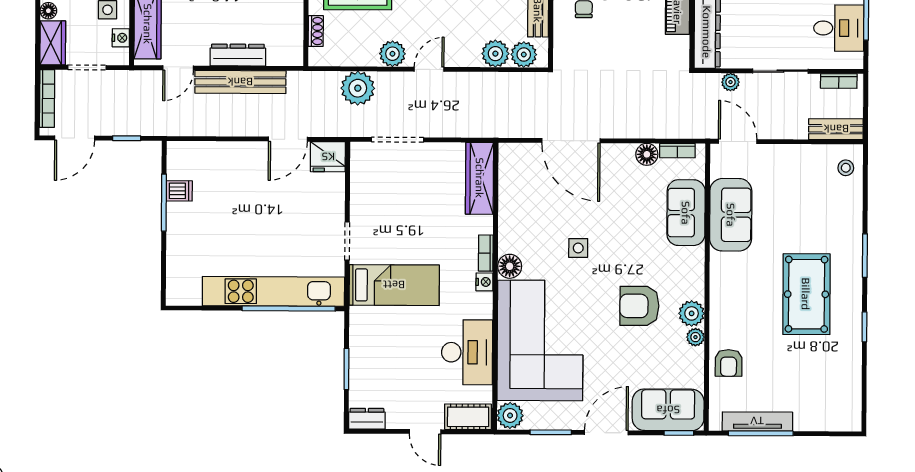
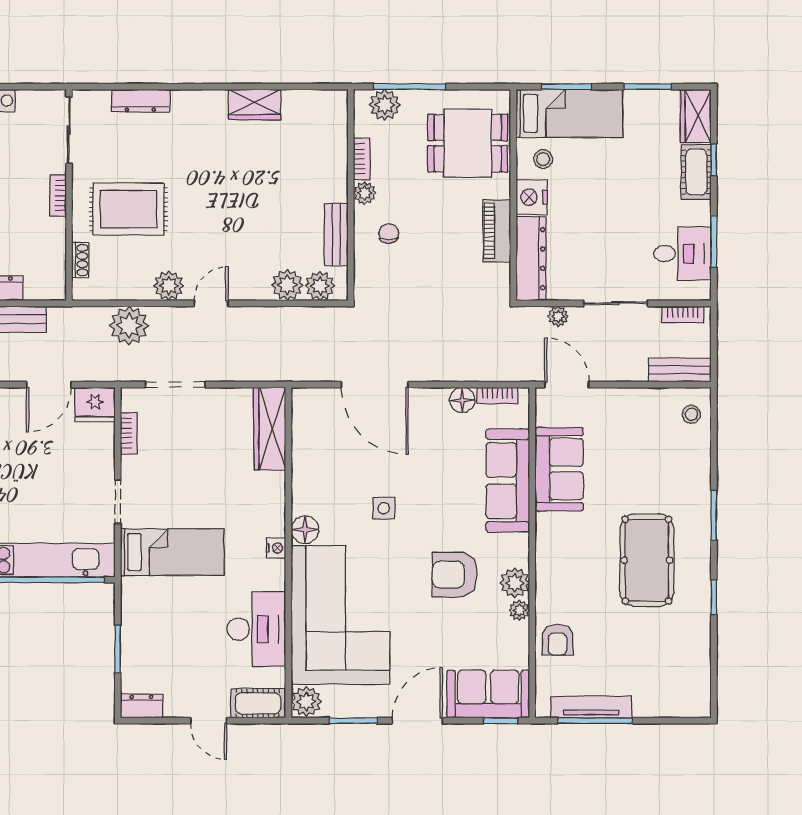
sofa: (686, 213) -> (508, 481), width x1.36
bookcase: (486, 253) -> (129, 433), moved, turned 180

